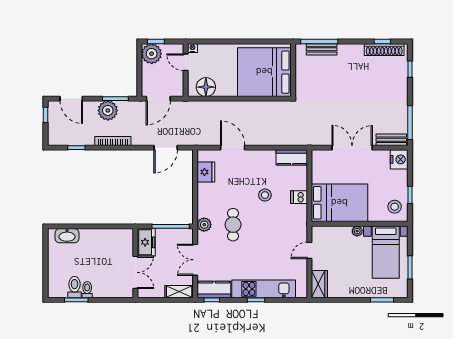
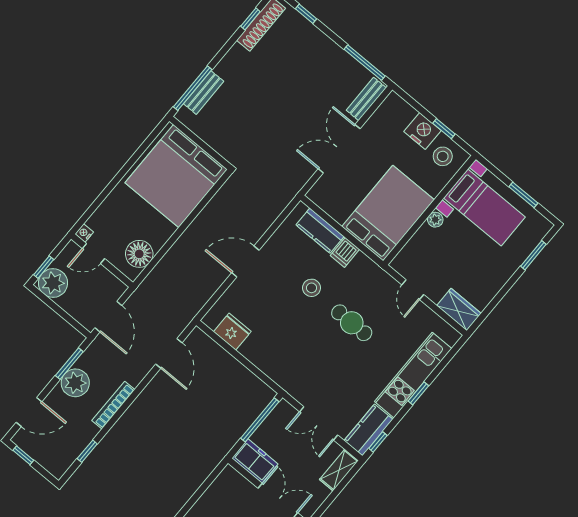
door: (233, 148) -> (245, 261), moved
kitchen counter: (292, 157) -> (320, 231), moved, turned 90
nightstand: (399, 159) -> (423, 131), moved
plant: (204, 225) -> (289, 381), removed
cafe table: (233, 225) -> (352, 323), moved

